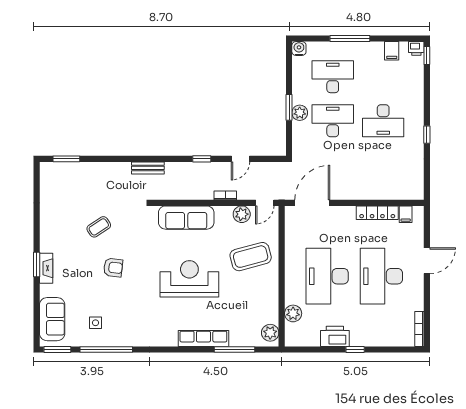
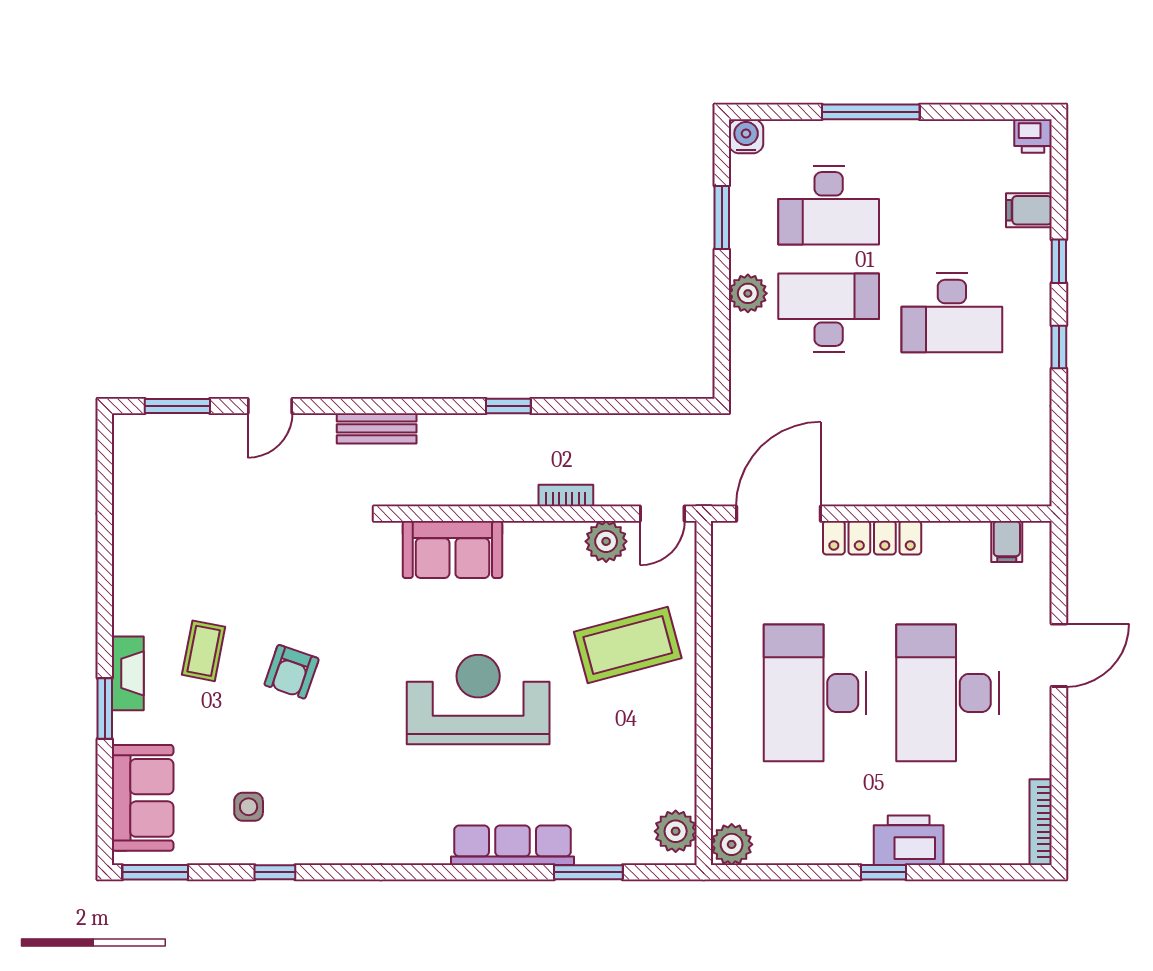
filing cabinet: (392, 51) -> (1029, 210), moved, turned 90
window: (427, 56) -> (1059, 261), moved
desk: (333, 77) -> (829, 205), turned 180
window: (289, 107) -> (722, 218), moved
door: (240, 159) -> (270, 406), moved
locker: (377, 213) -> (872, 538), moved
sofa: (186, 218) -> (452, 550), width x0.73
coffee table: (99, 227) -> (204, 651), moved, turned -46
window: (37, 264) -> (105, 709), moved
armchair: (113, 268) -> (292, 672), turned 102
plant: (293, 313) -> (732, 844), moved
printer: (335, 336) -> (909, 840), moved
window: (106, 350) -> (275, 872), width x0.32
window: (234, 350) -> (588, 872), width x0.69

